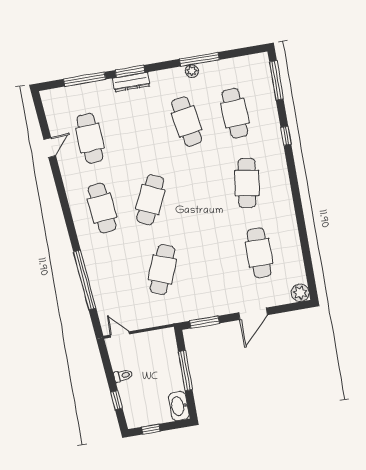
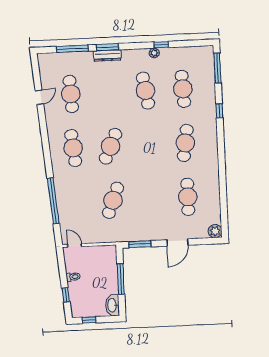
window: (199, 59) -> (161, 45), width x0.46

